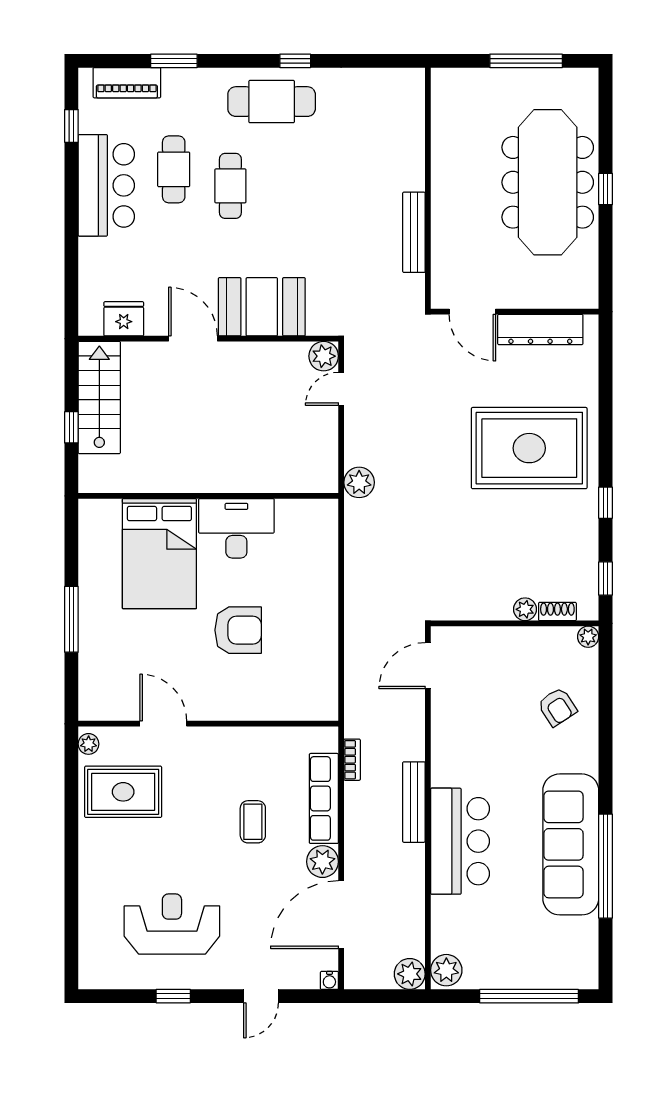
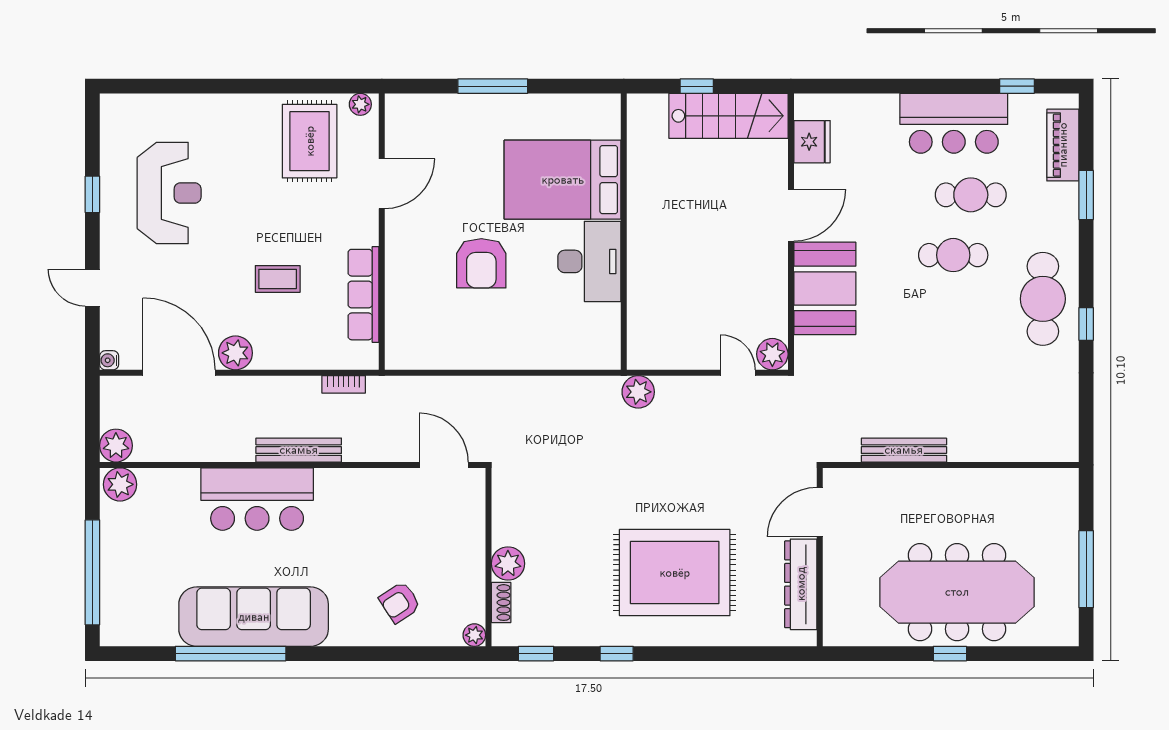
rug: (529, 448) -> (675, 573), turned 90
plant: (525, 609) -> (508, 564), width x1.38, depth x1.38
row of seats: (324, 798) -> (364, 295), moved, turned -90

